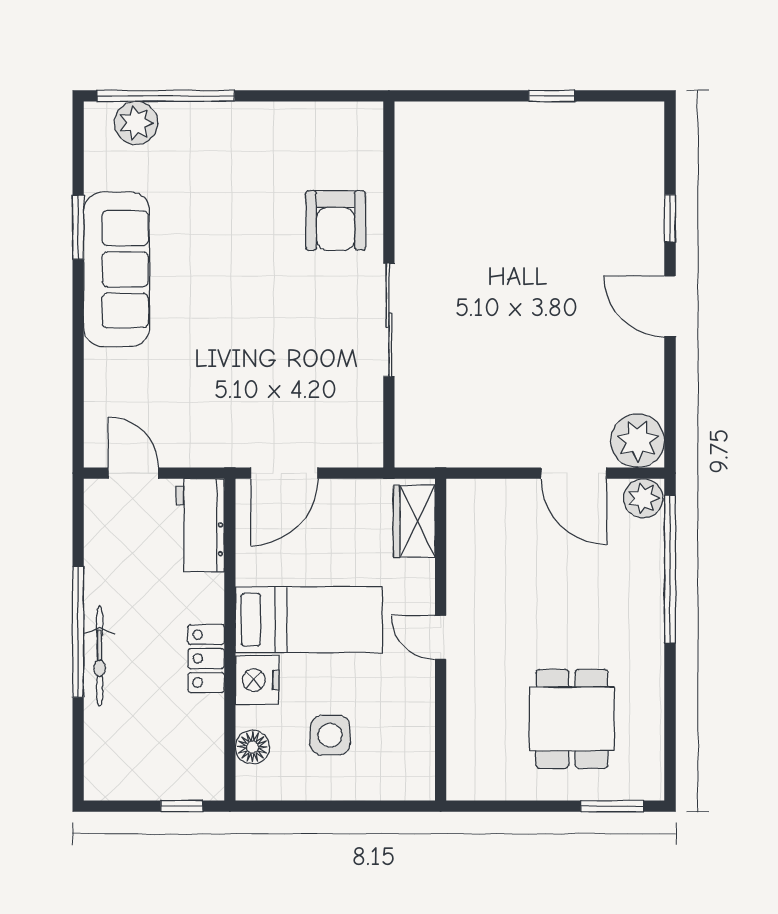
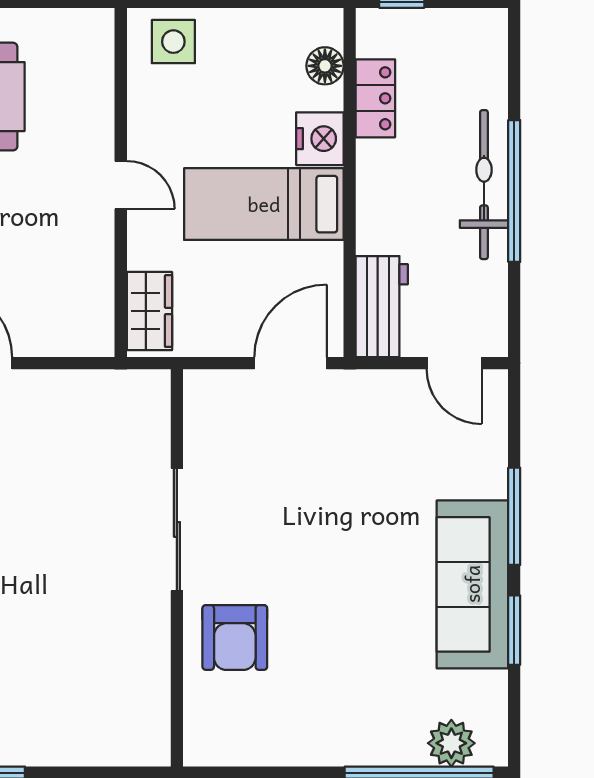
armchair: (336, 220) -> (235, 637), turned 180
window: (78, 332) -> (514, 516), added
bicycle: (100, 656) -> (484, 185), width x1.37, depth x1.40
locker: (206, 659) -> (375, 98), moved
side table: (330, 735) -> (173, 42), moved

